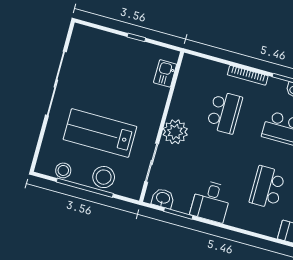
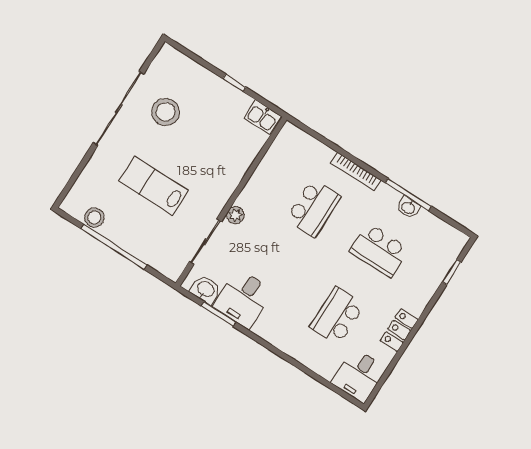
kitchen sink: (165, 73) -> (262, 117), moved, turned -90
plant: (175, 132) -> (235, 215), width x0.53, depth x0.53
lab bench: (100, 133) -> (153, 186), width x0.73, depth x0.72
stool: (104, 177) -> (166, 112), moved
desk: (211, 201) -> (243, 299), moved

